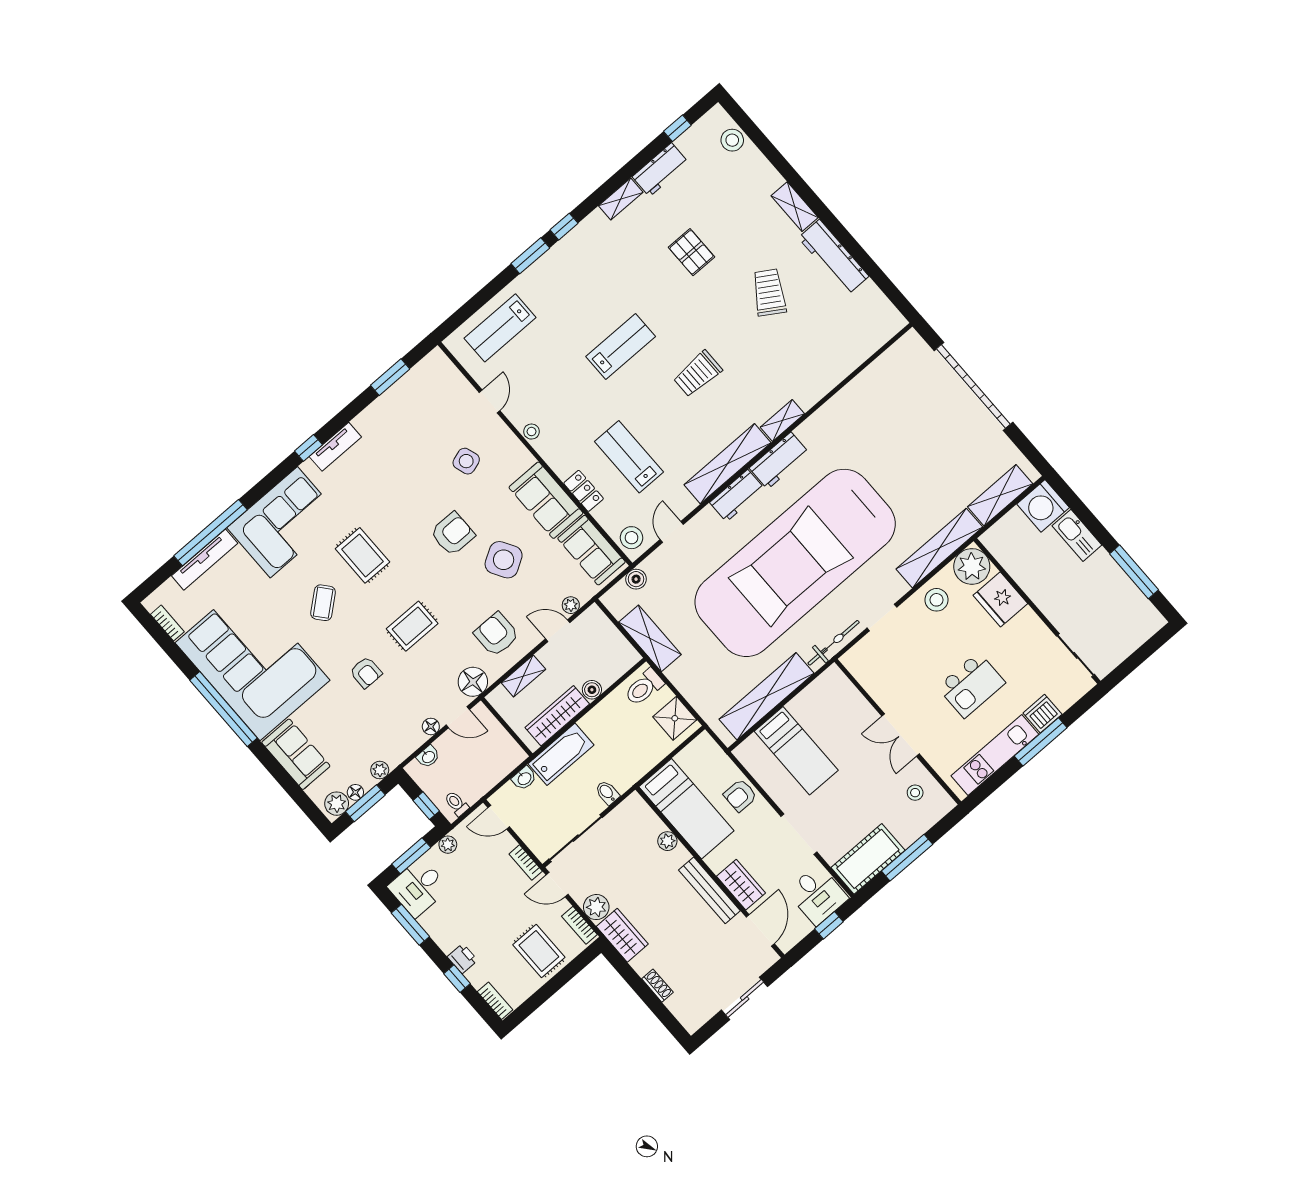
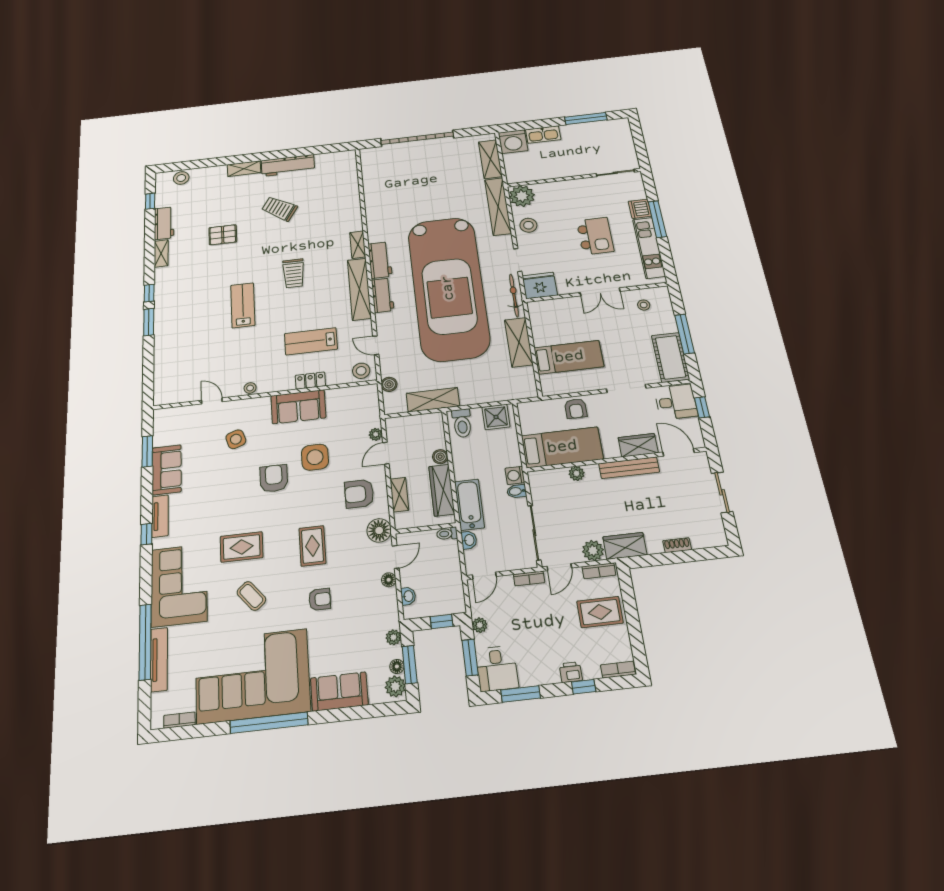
lab bench: (500, 328) -> (174, 366), removed
sofa: (591, 550) -> (167, 470), moved, turned -90
side table: (504, 560) -> (315, 457), turned 31
fridge: (1000, 599) -> (540, 286), moved, turned 180
shelving: (767, 696) -> (519, 342), width x0.68
washing machine: (623, 780) -> (515, 475), added
toilet: (456, 804) -> (447, 534), moved

